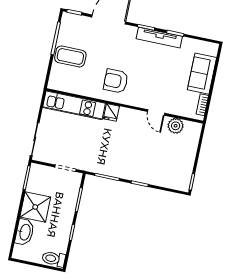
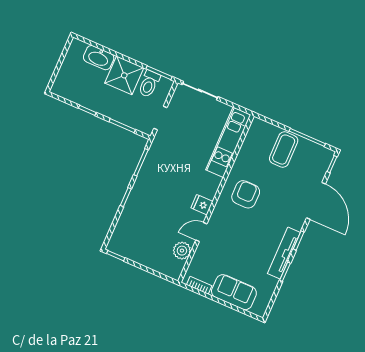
fridge: (111, 112) -> (202, 205), moved
toilet: (54, 259) -> (149, 84), moved, turned 180

